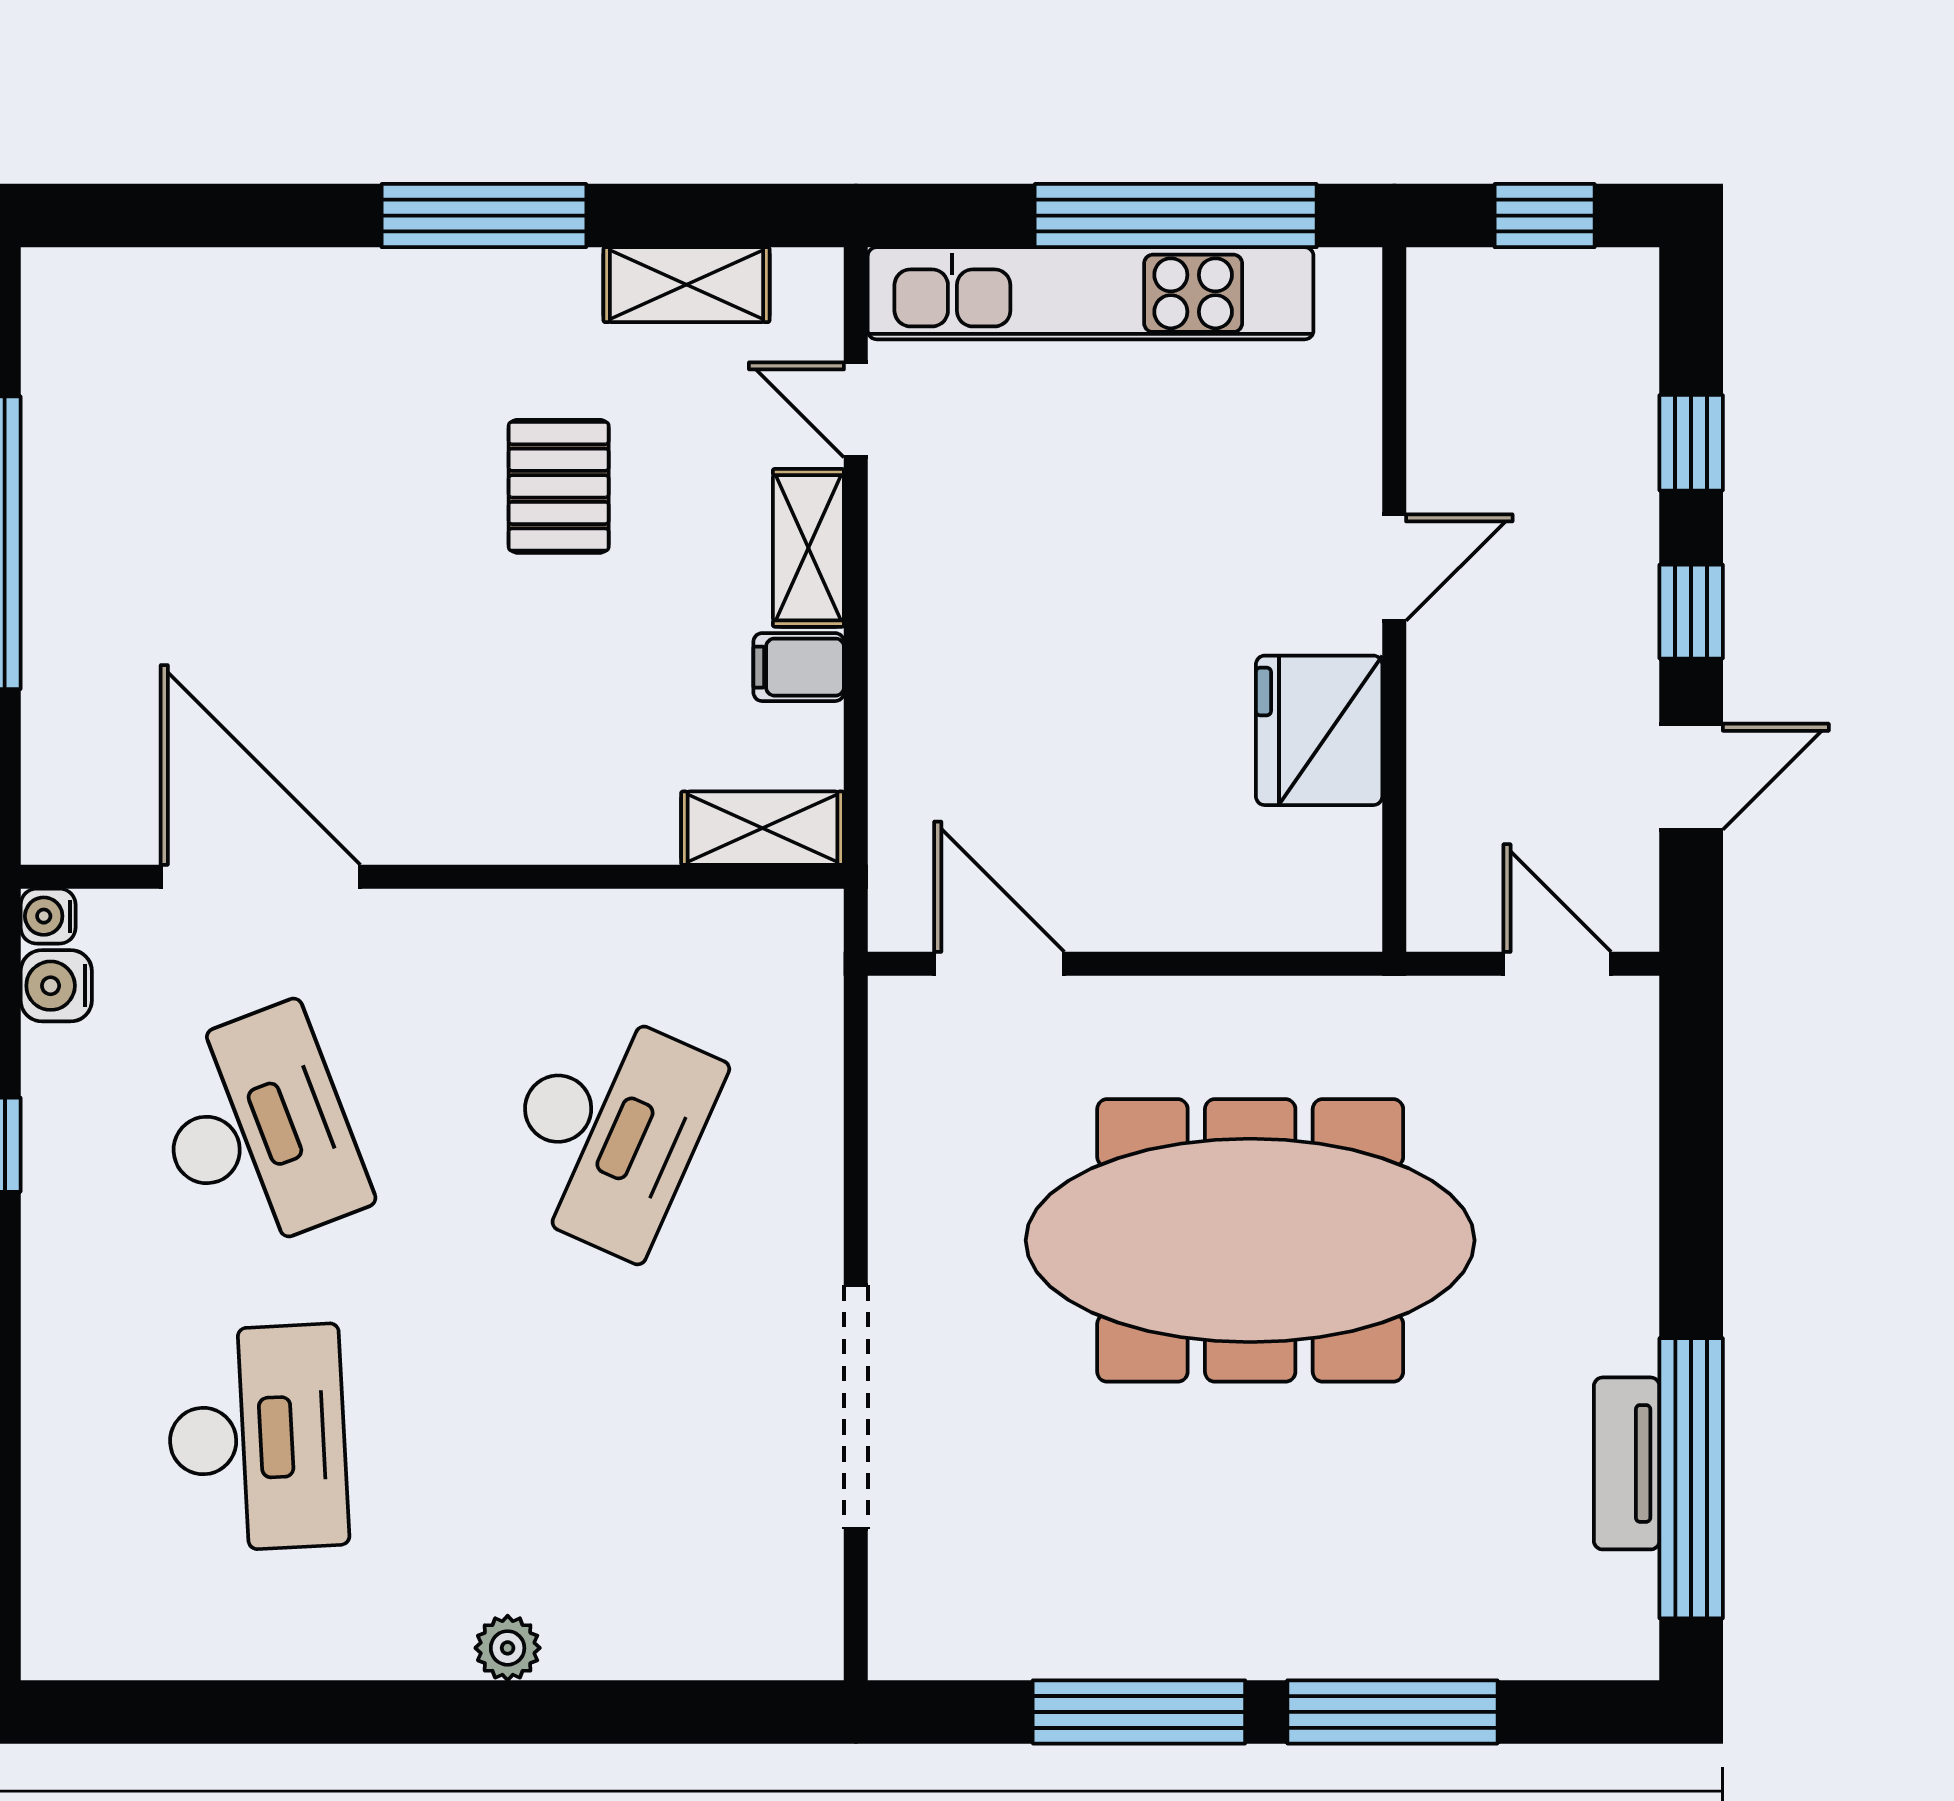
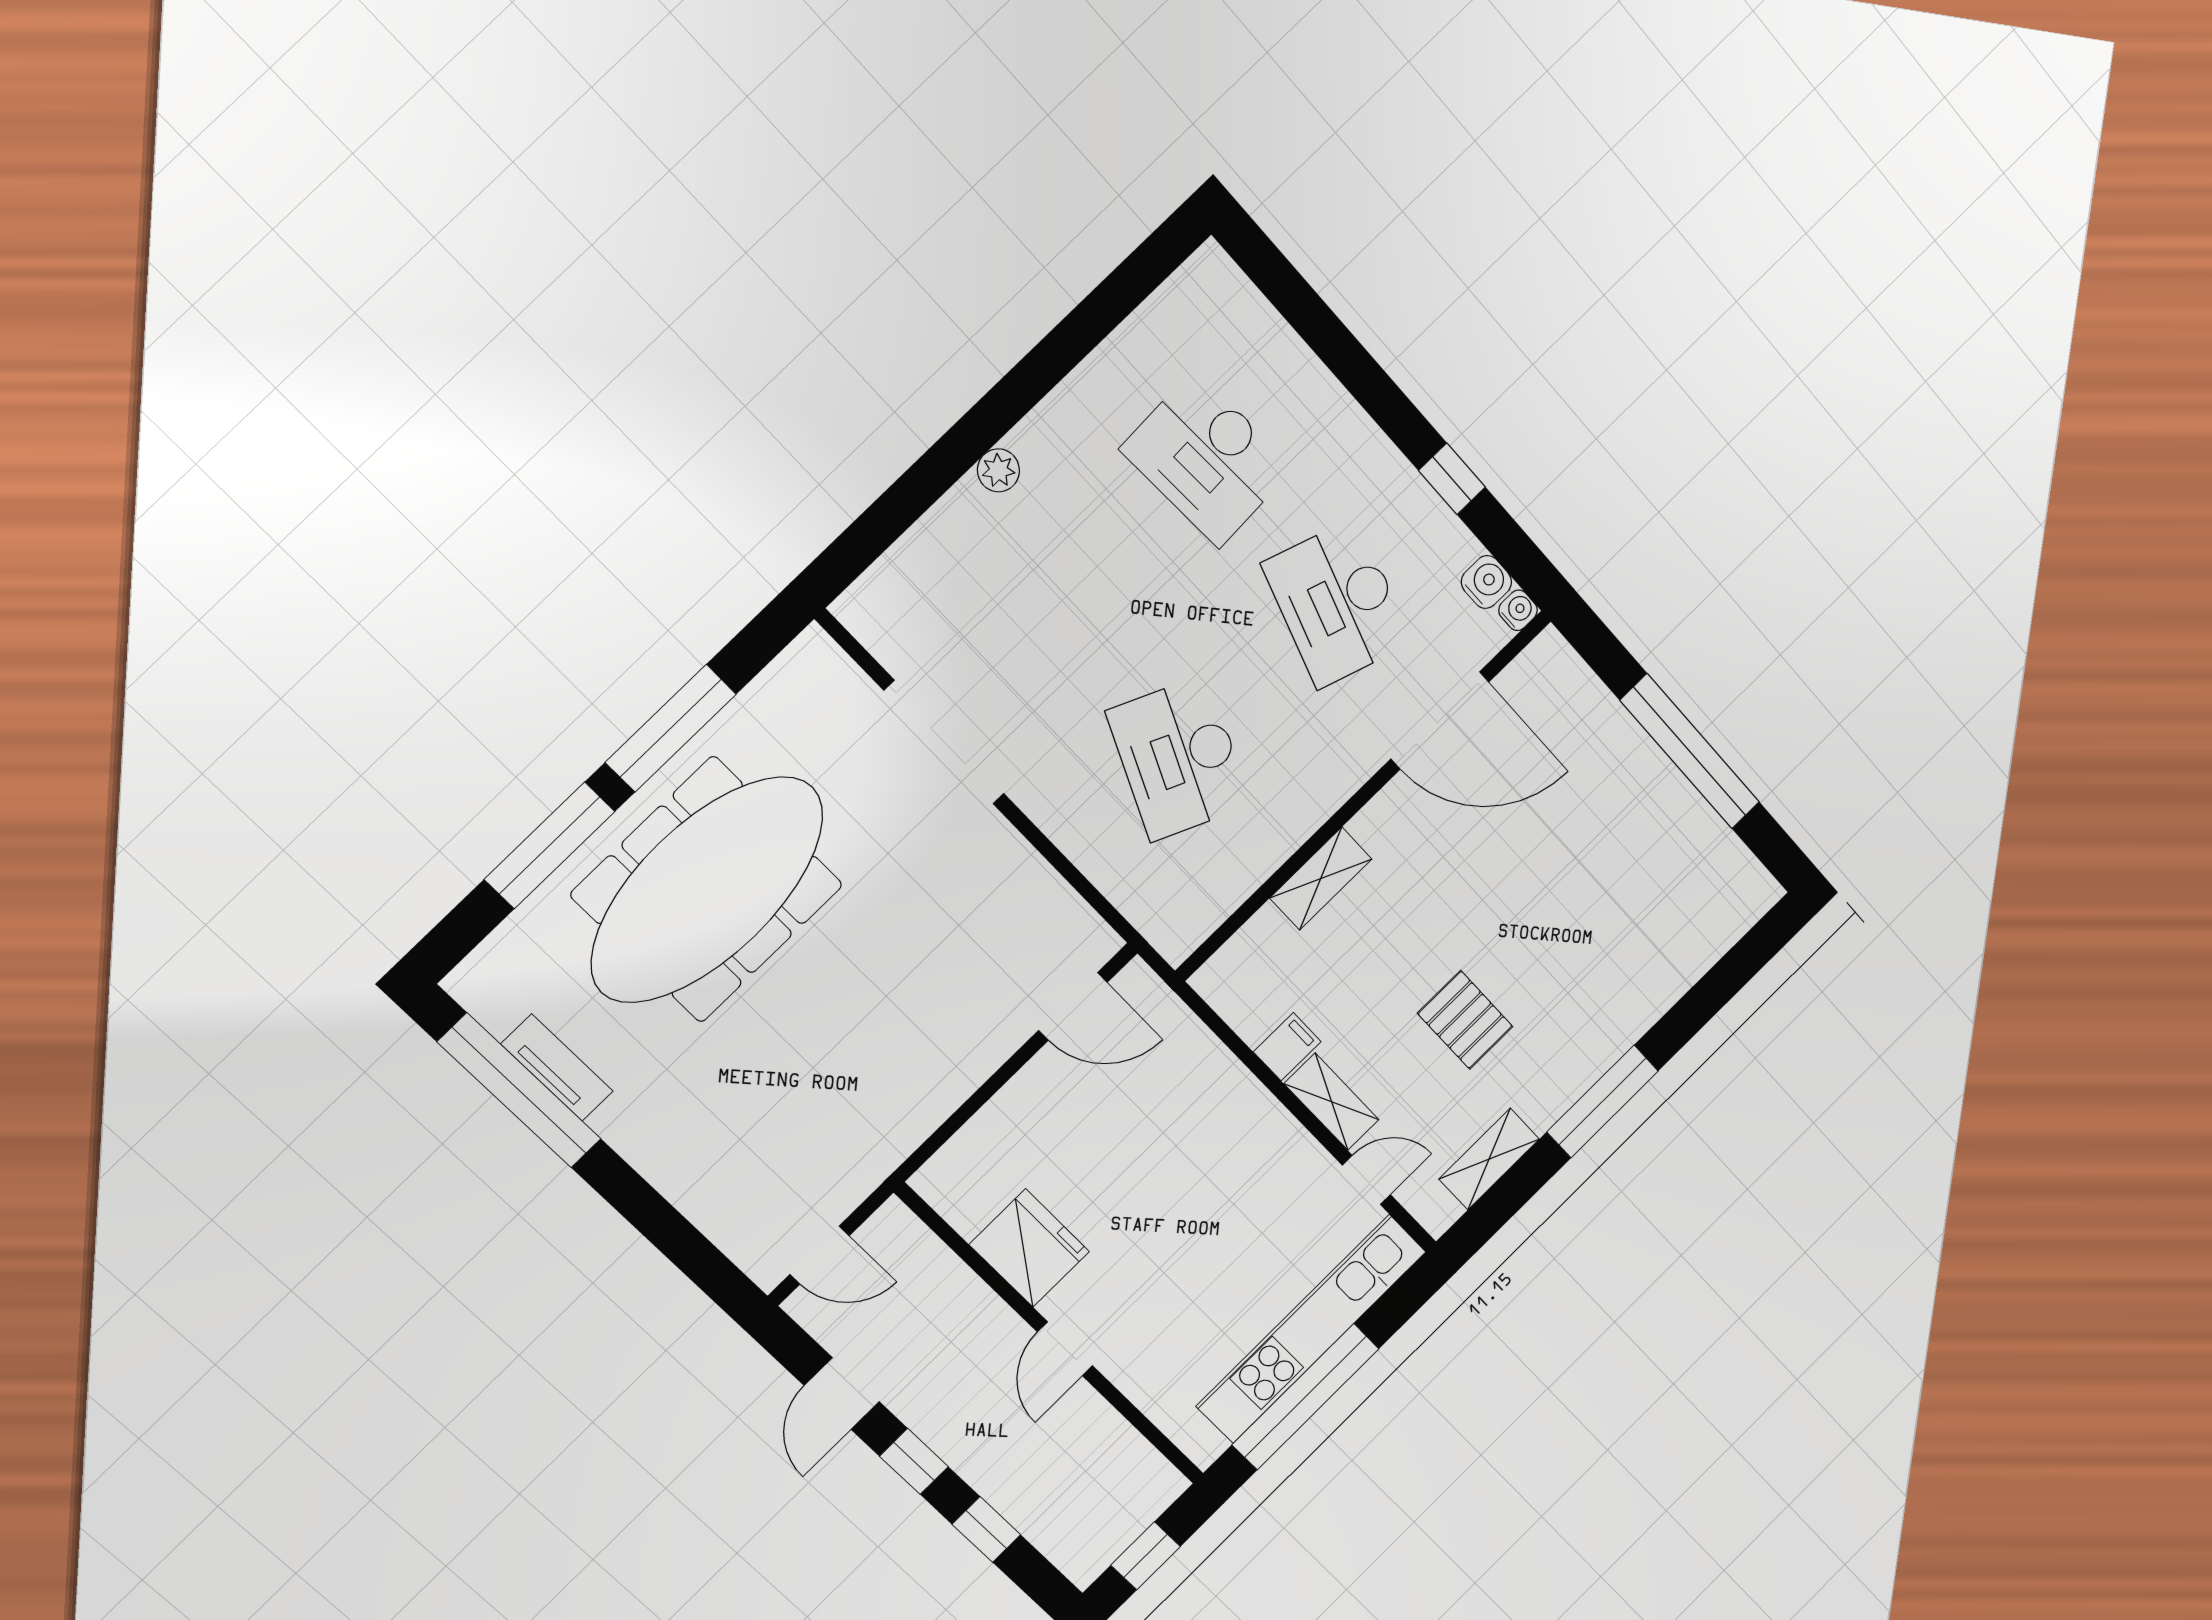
shelving: (762, 828) -> (1321, 879), moved
desk: (257, 1131) -> (1337, 603), turned 39
meeting table: (1250, 1240) -> (707, 890), moved

